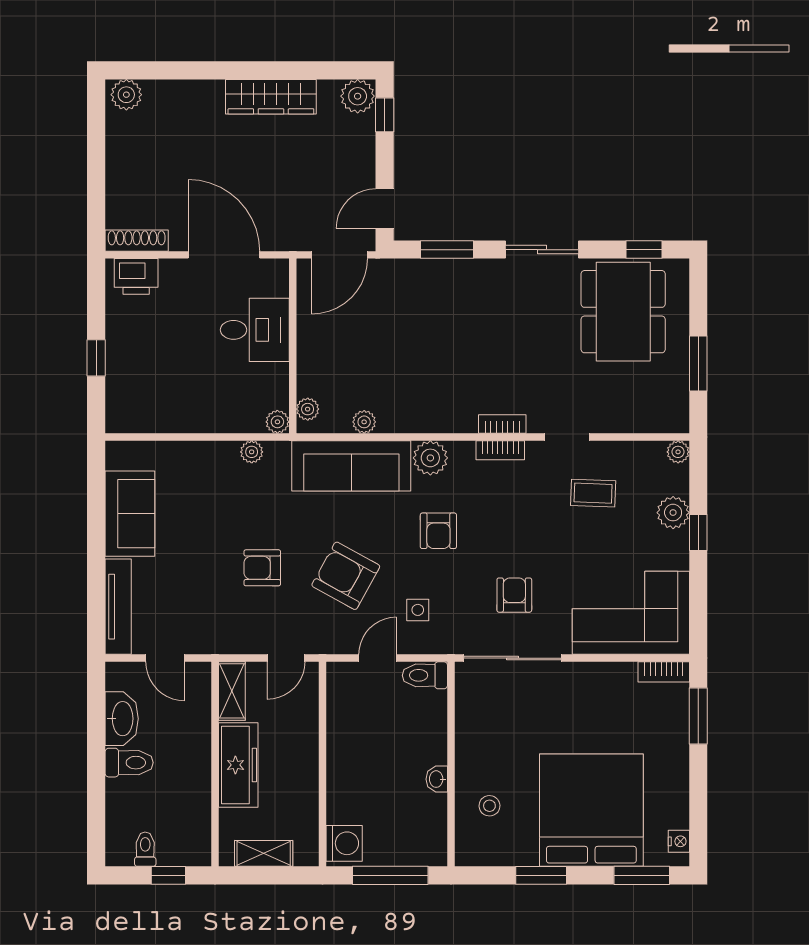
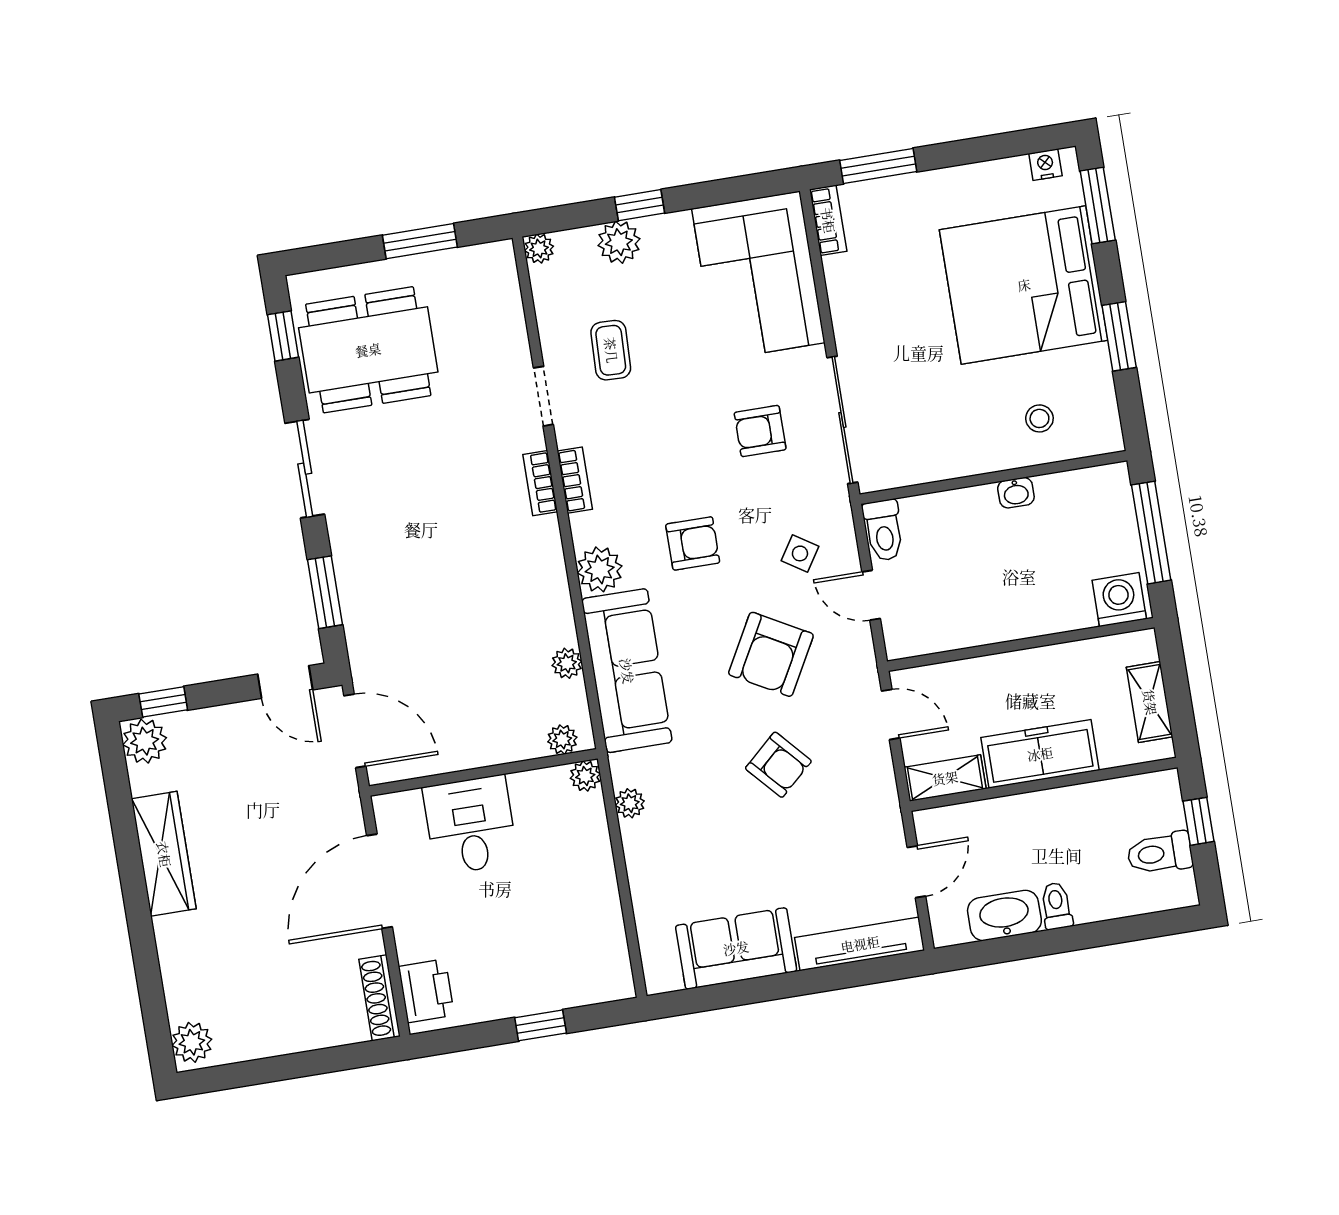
armchair: (262, 568) -> (778, 765), turned -42
side table: (418, 610) -> (800, 553), turned 33
toilet: (129, 763) -> (1056, 906), width x0.73, depth x0.72
toilet: (145, 849) -> (1160, 853), width x1.37, depth x1.39

